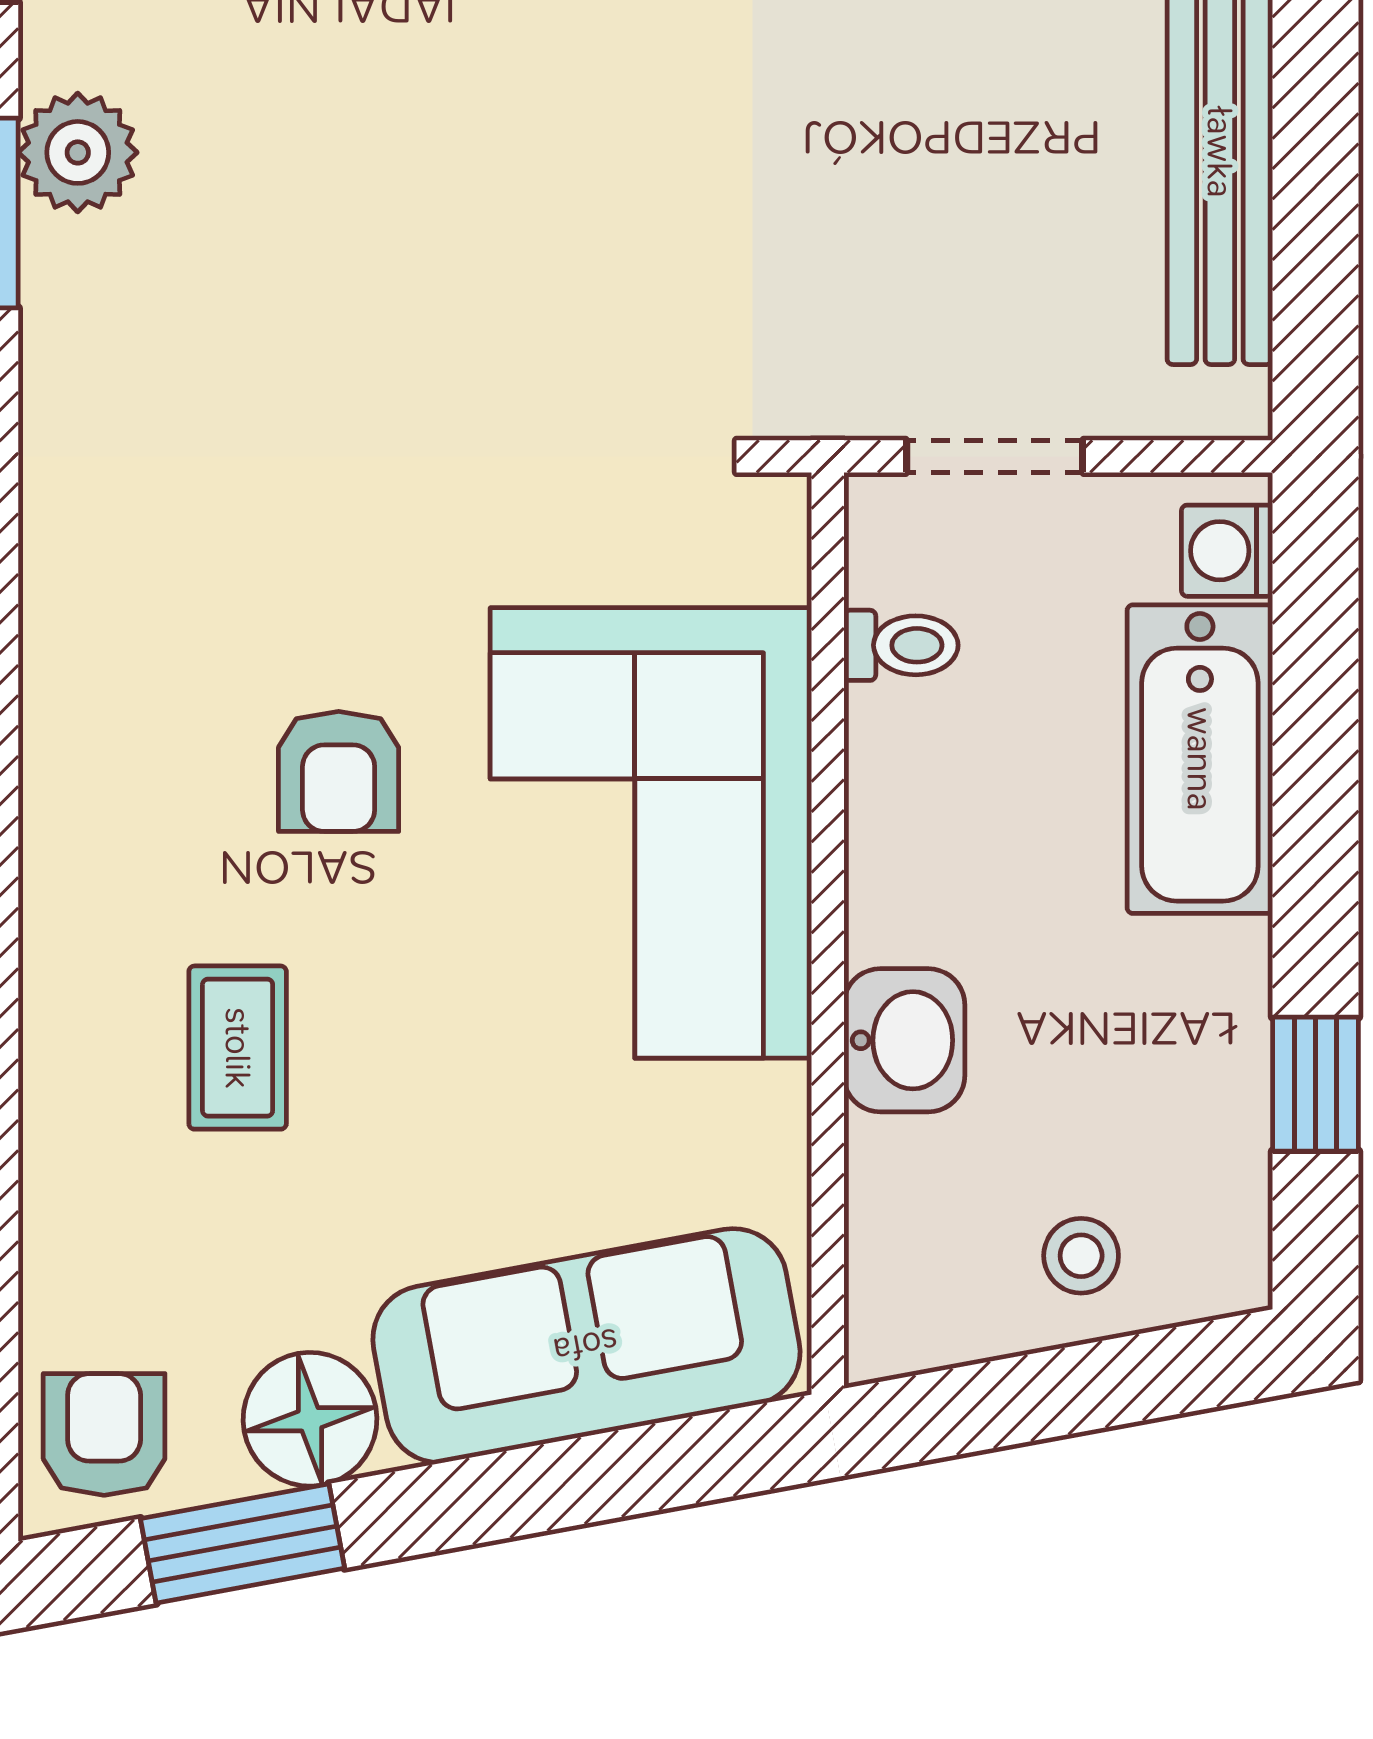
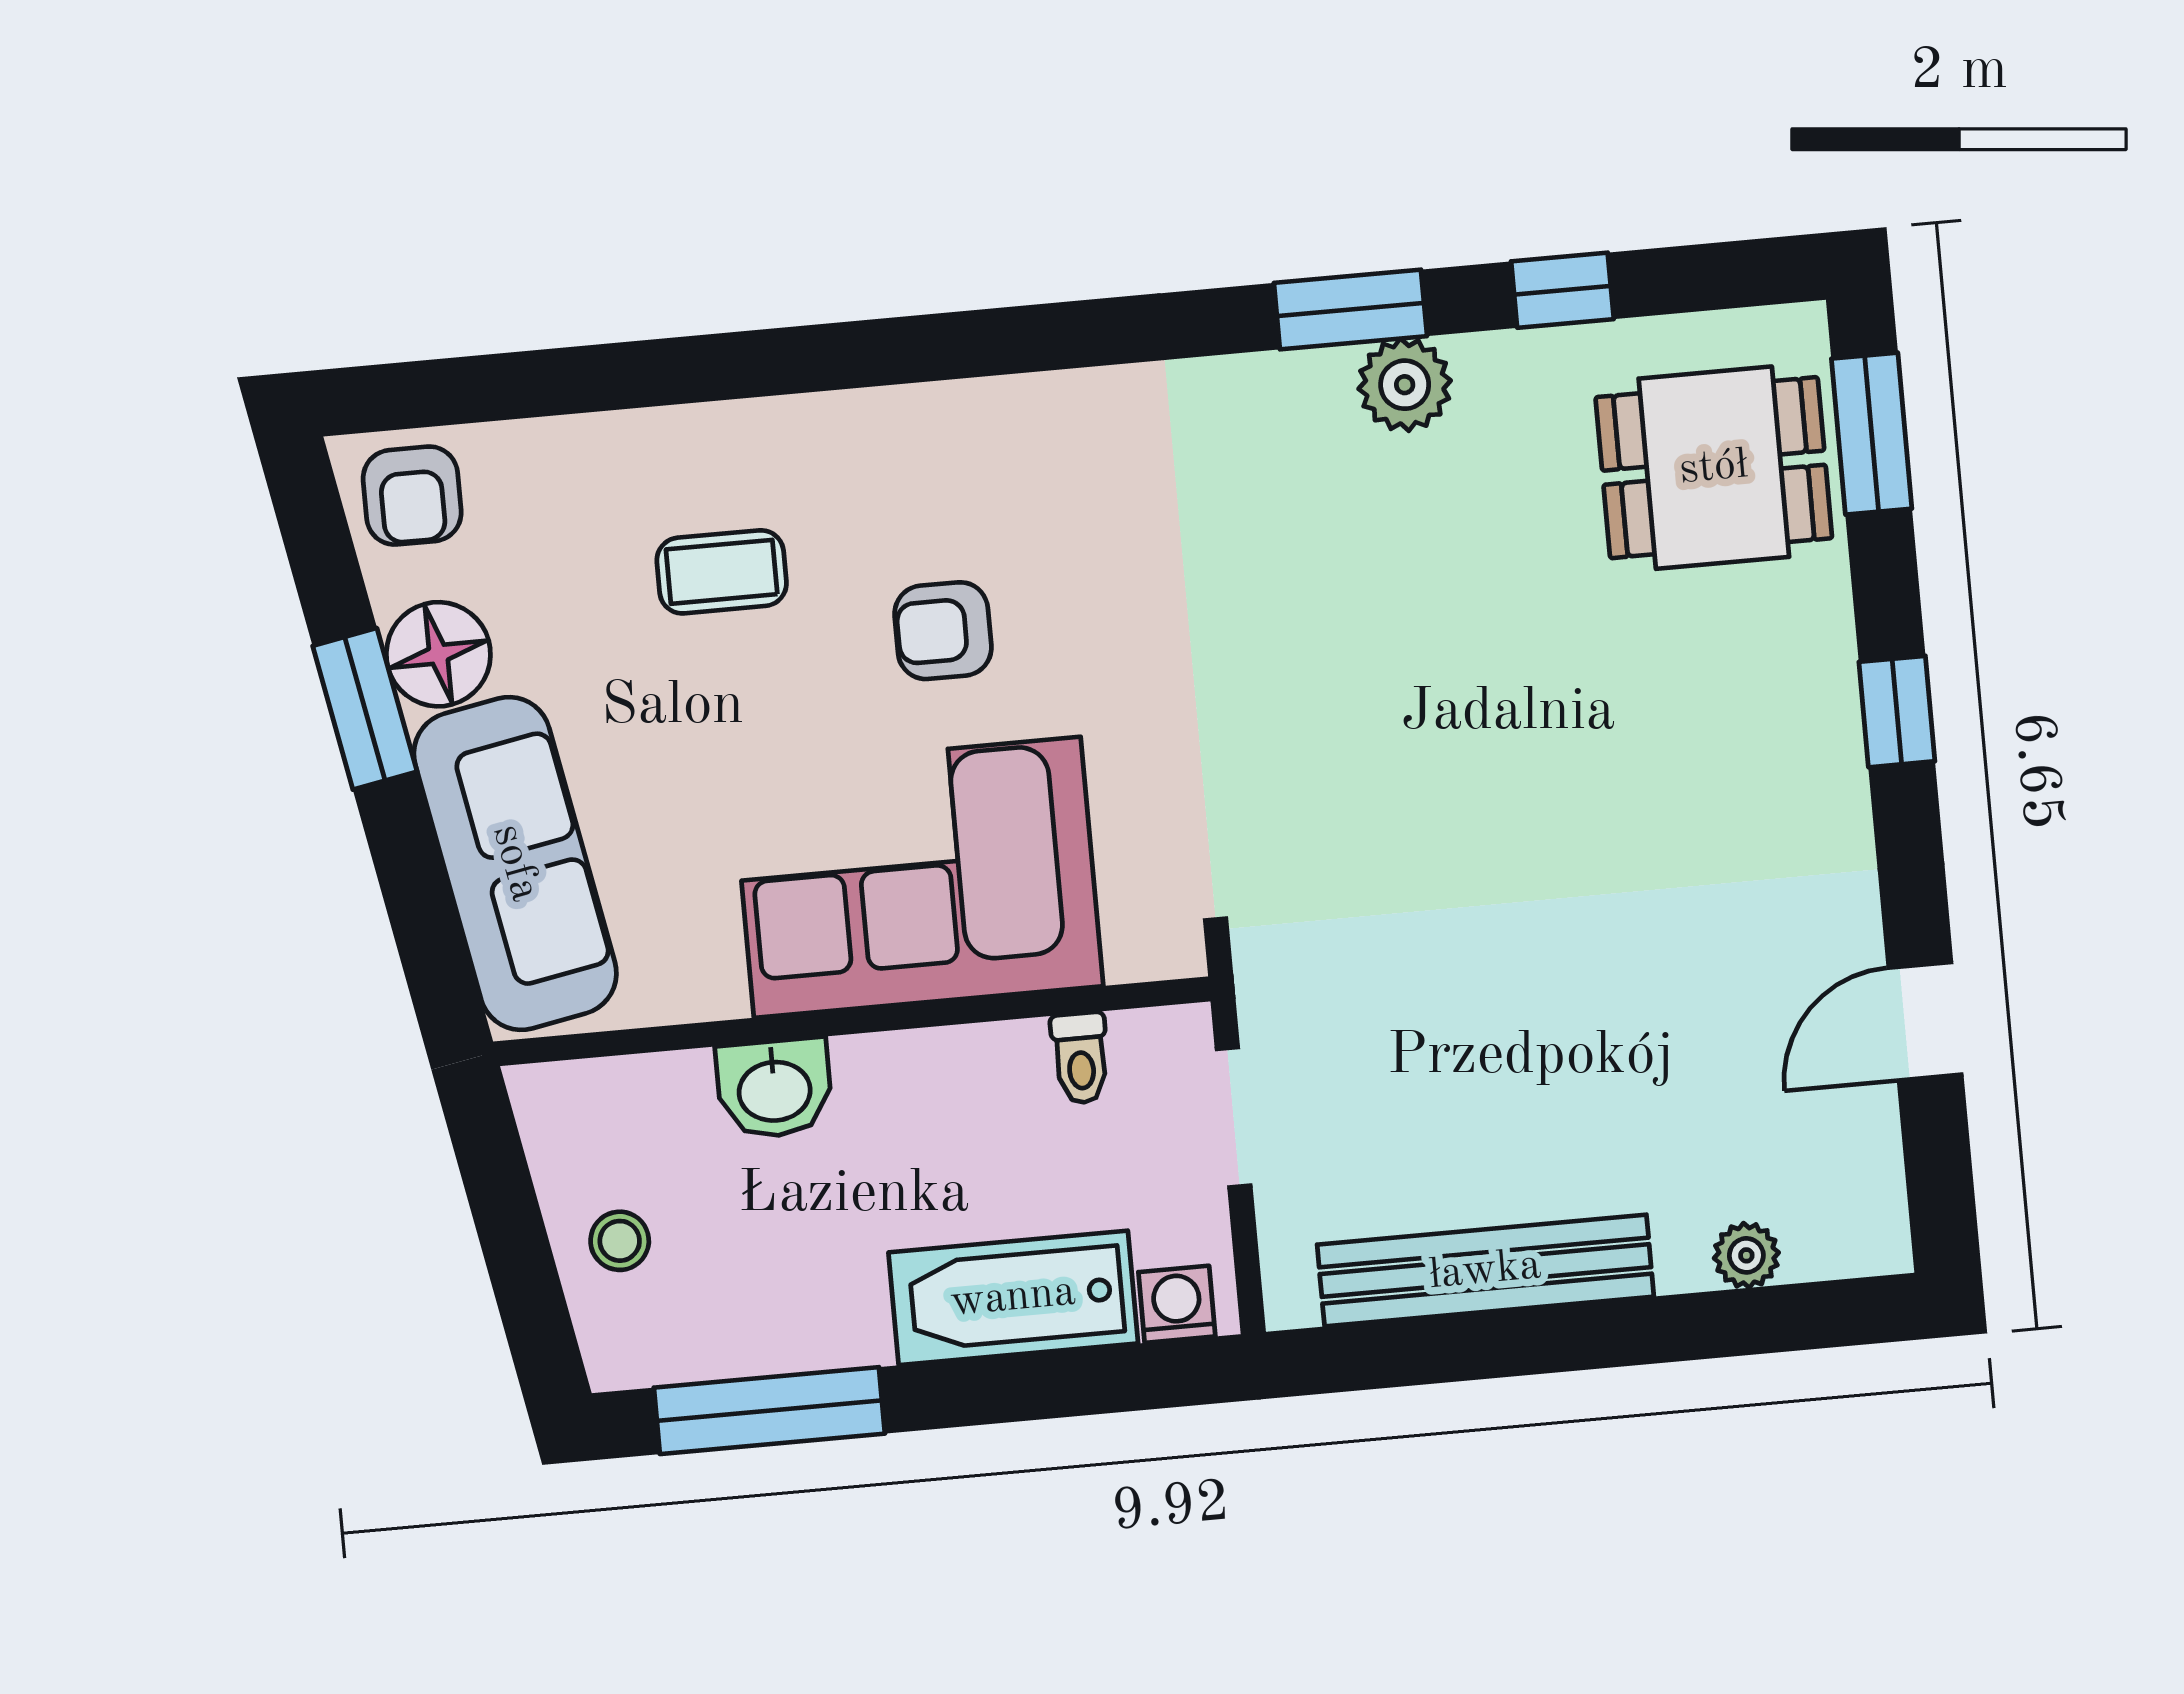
window: (1316, 1084) -> (769, 1411), width x2.17
armchair: (104, 1434) -> (412, 496), turned 90
window: (243, 1543) -> (365, 709), moved

